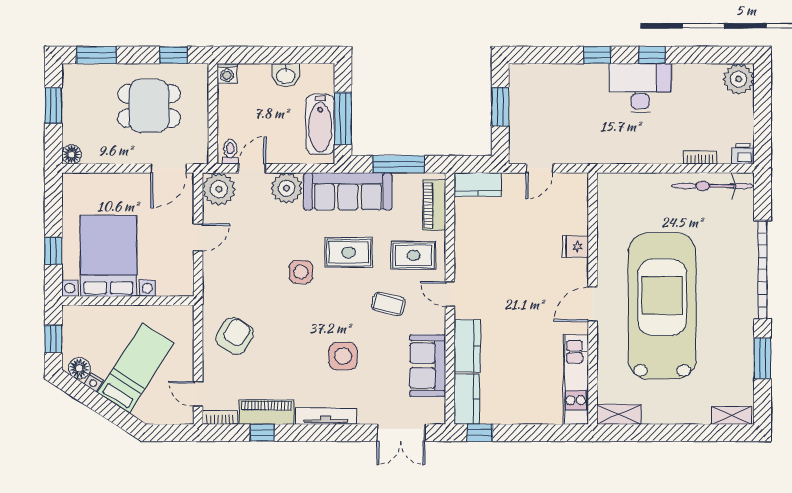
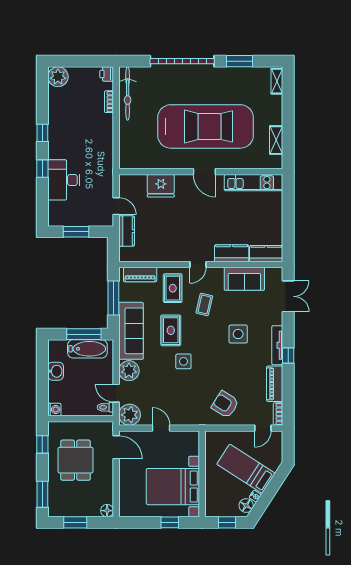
desk: (640, 88) -> (64, 180), moved
kitchen counter: (478, 184) -> (127, 231), moved
fridge: (575, 247) -> (161, 186), width x1.88, depth x1.34
car: (662, 306) -> (206, 126), turned 180
shelving: (619, 414) -> (276, 140), moved
window: (262, 433) -> (288, 355), moved
window: (480, 433) -> (288, 245), removed

